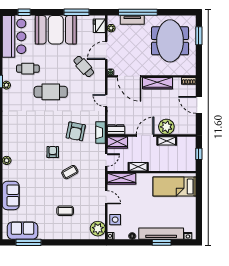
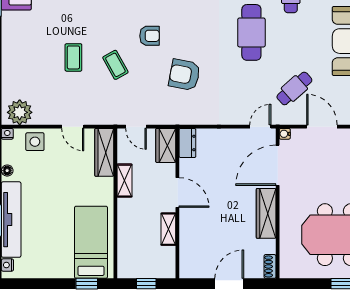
door: (106, 101) -> (260, 127), moved
plant: (166, 127) -> (192, 229), removed
fireplace: (101, 132) -> (183, 117), removed
window: (199, 189) -> (87, 284), added
door: (106, 197) -> (73, 127), hinge flipped
coffee table: (65, 211) -> (73, 57), moved

